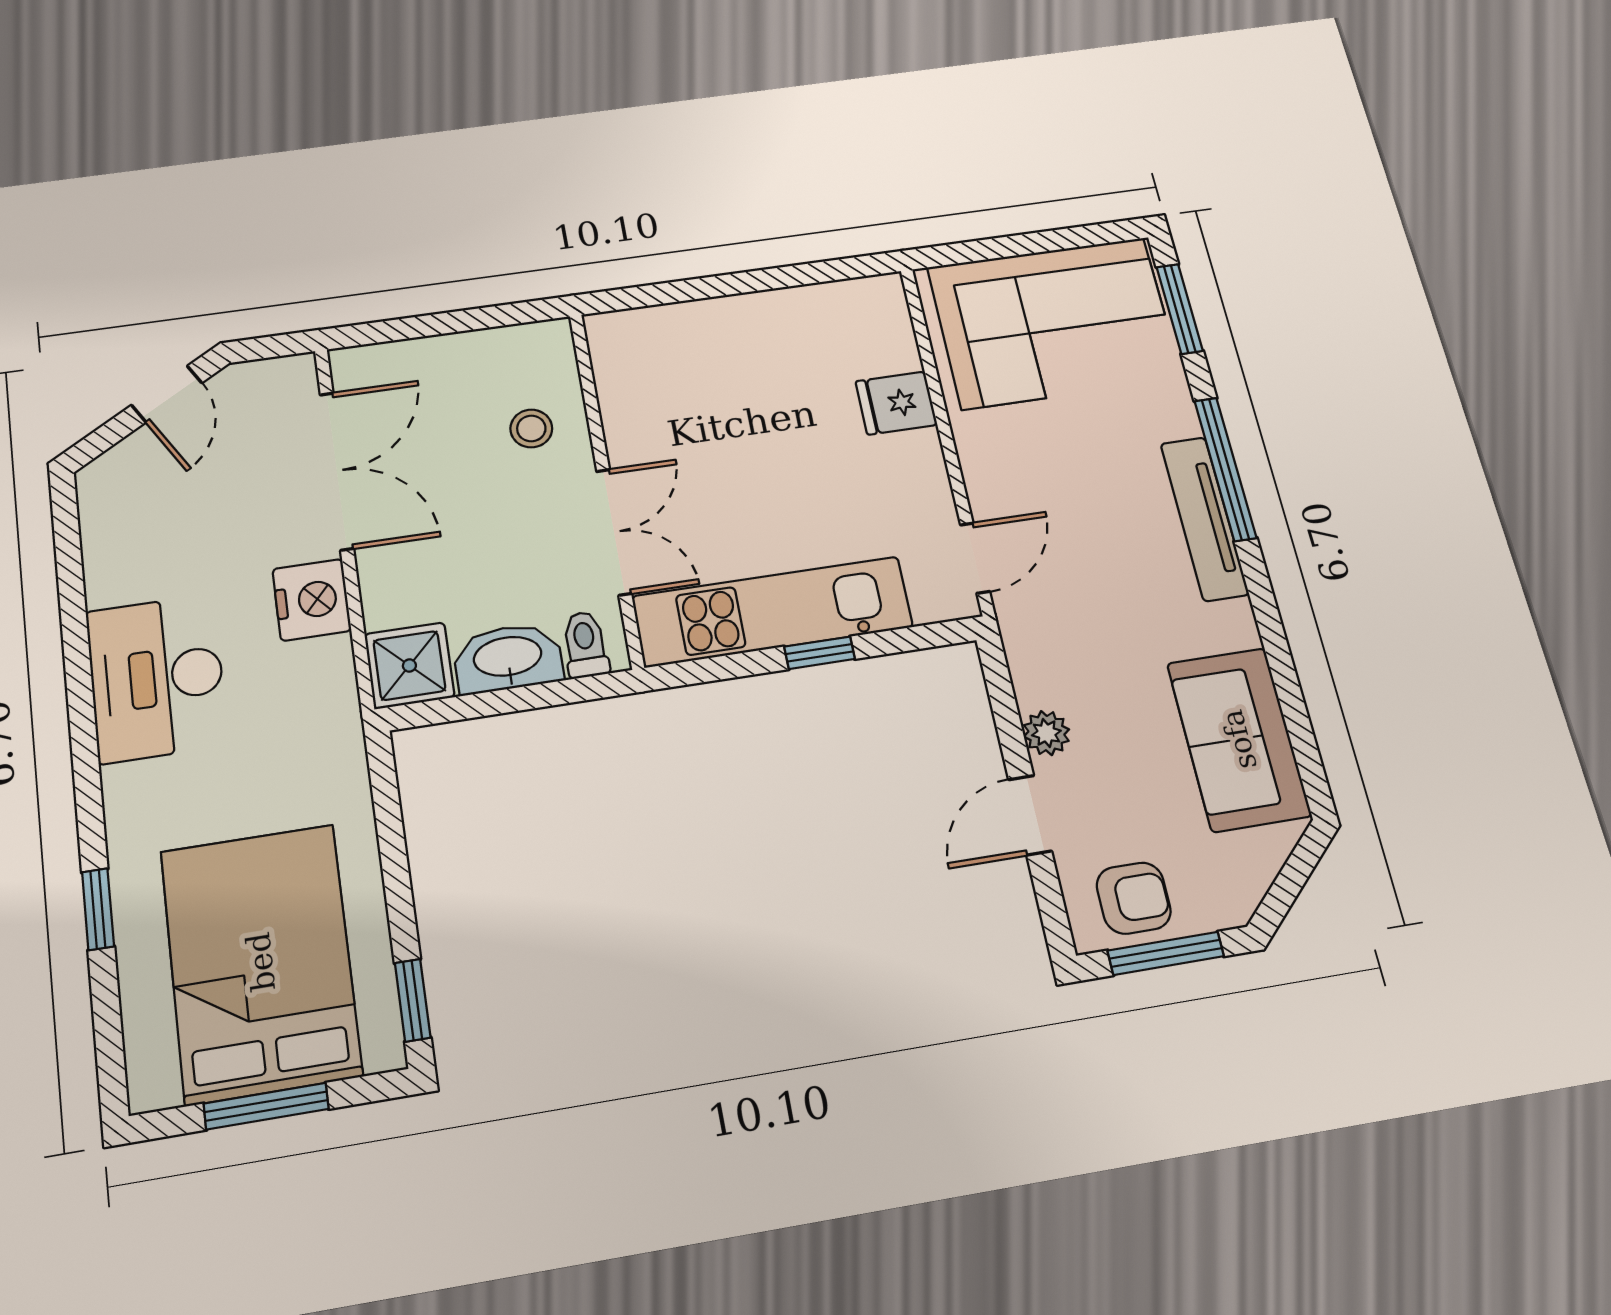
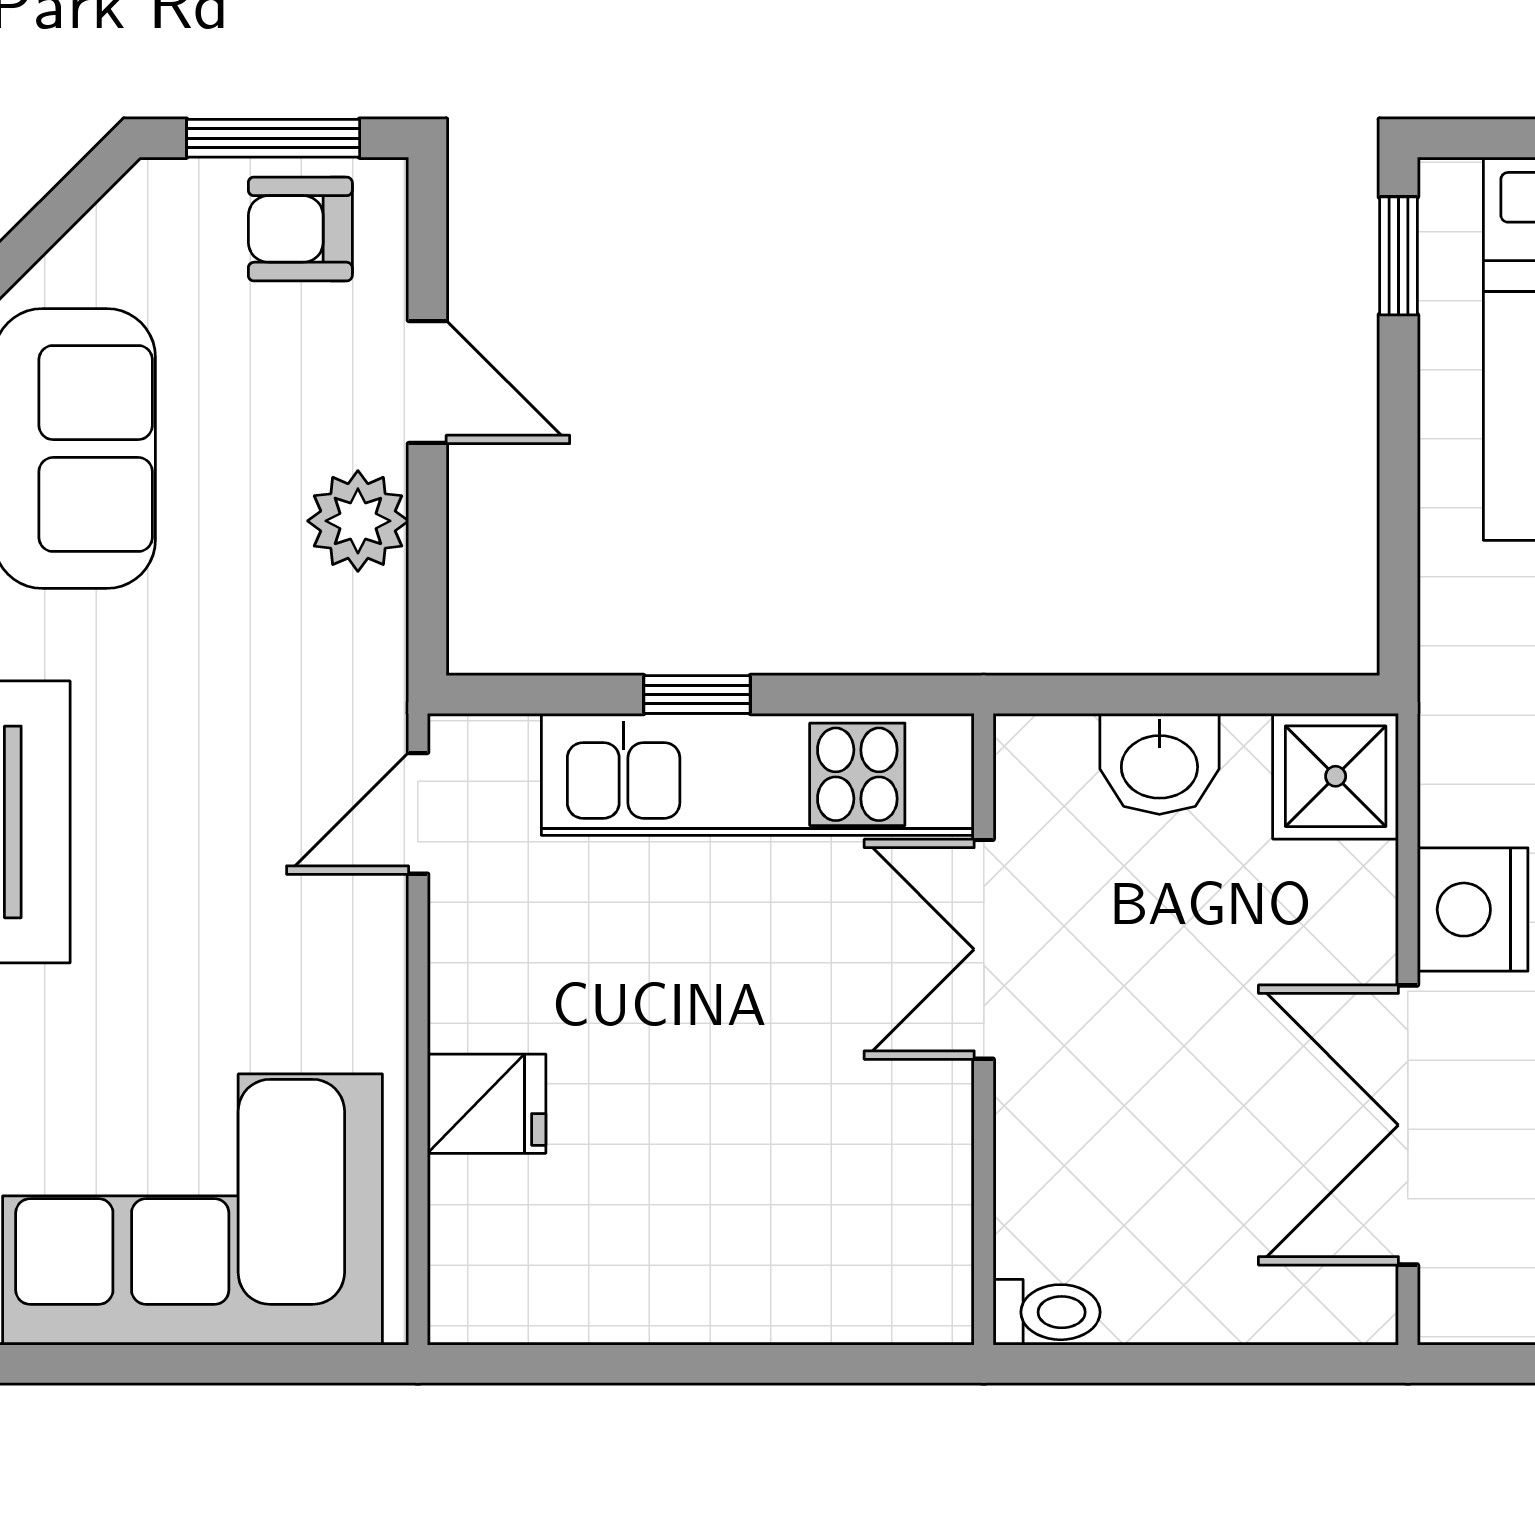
stool: (531, 428) -> (1087, 1151), removed
toilet: (585, 645) -> (1047, 1312), moved, turned -90
washbasin: (508, 658) -> (1159, 764), width x0.72
plant: (1046, 733) -> (358, 521), width x1.38, depth x1.38
door: (1030, 815) -> (427, 382), hinge flipped

